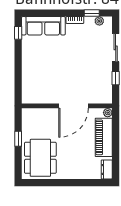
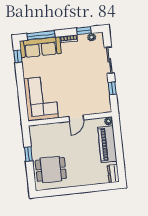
window: (45, 13) -> (41, 35), added
corner sofa: (38, 81) -> (41, 98), added
door: (74, 106) -> (76, 118), width x0.53
dining table: (40, 158) -> (51, 169), width x0.73

